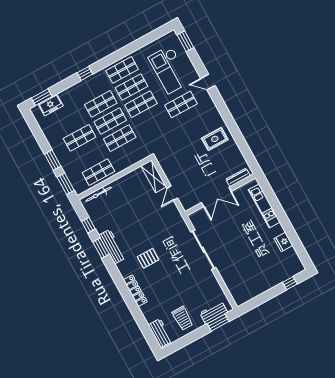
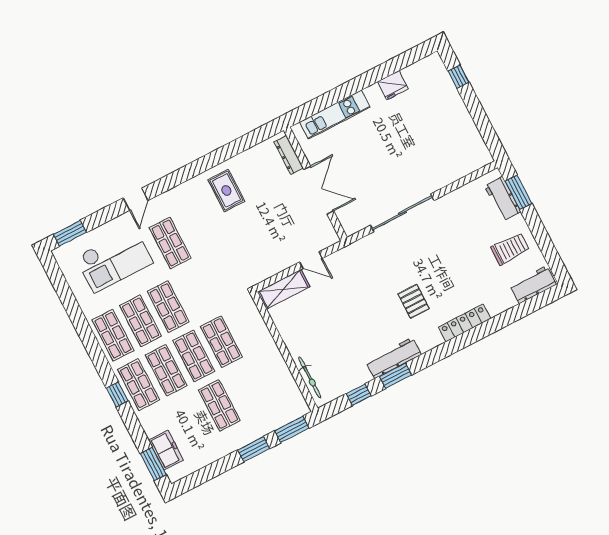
shop shelf: (98, 172) -> (139, 385), moved

